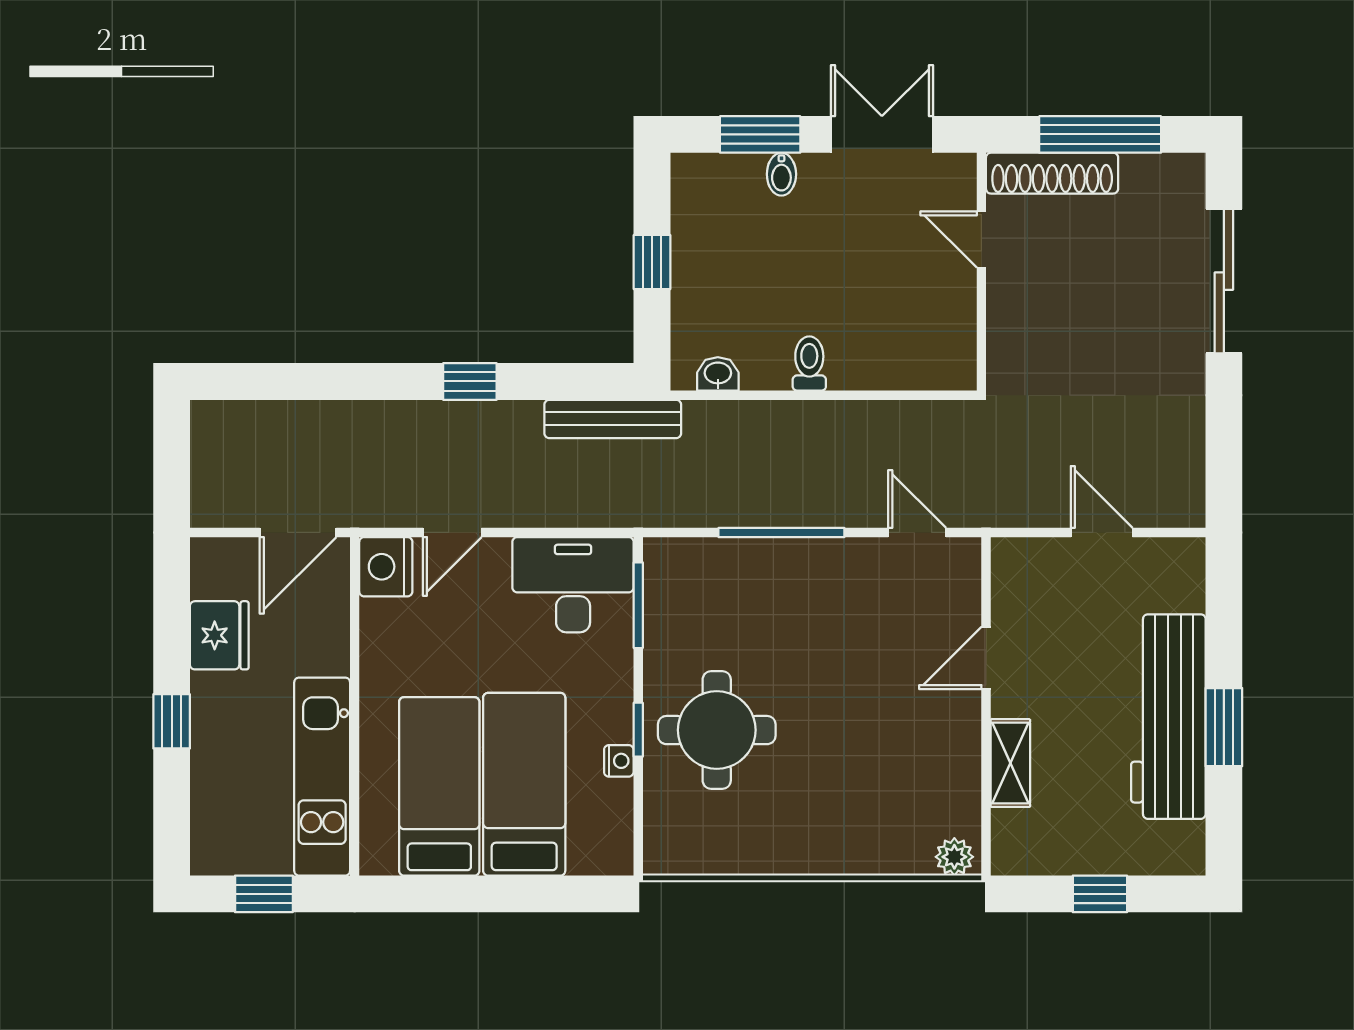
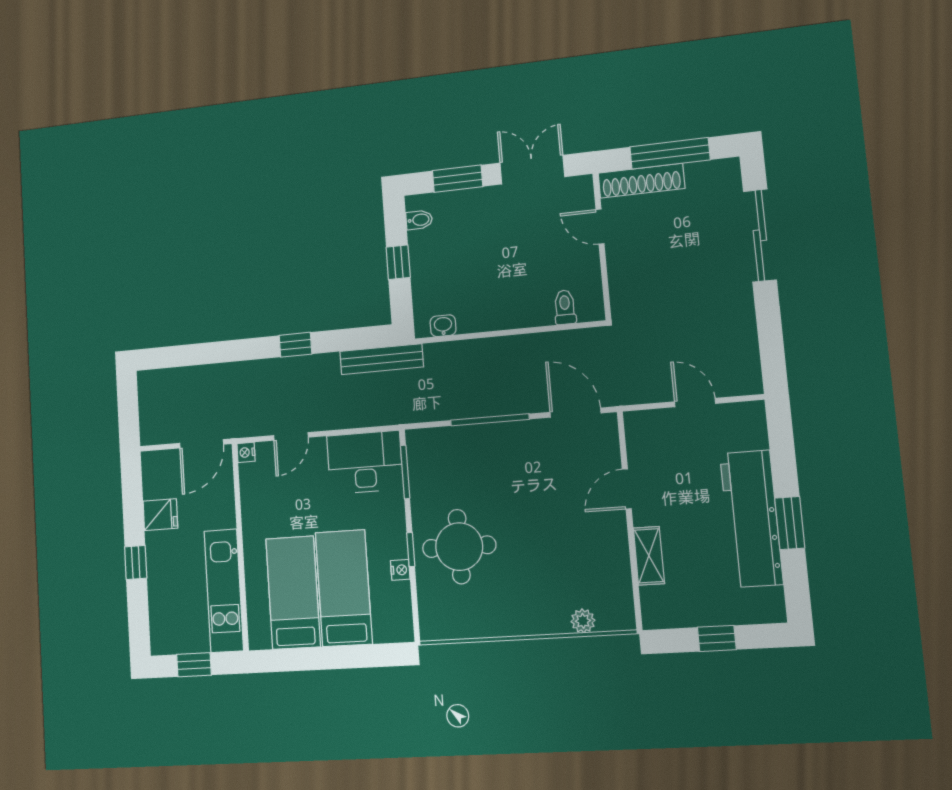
bidet: (781, 174) -> (419, 220), moved, turned -90
toilet: (809, 363) -> (565, 307), moved
door: (917, 532) -> (575, 413), width x1.38
nightstand: (386, 567) -> (246, 452), width x0.53, depth x0.56
fridge: (219, 635) -> (160, 515), width x0.72
plant: (954, 857) -> (583, 621), moved

